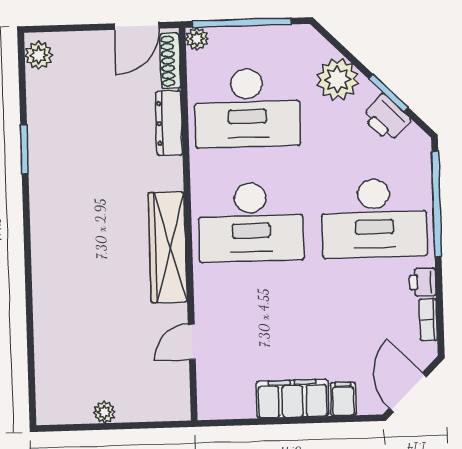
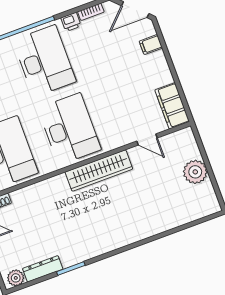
dresser: (169, 123) -> (43, 269), moved, turned 180
filing cabinet: (293, 399) -> (172, 106), moved
plant: (104, 412) -> (195, 172), width x1.87, depth x1.87

